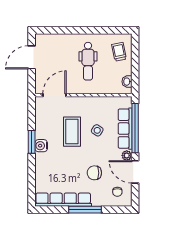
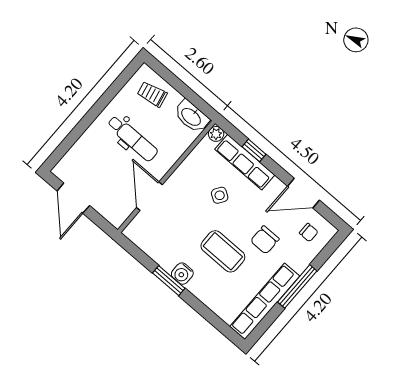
washbasin: (127, 82) -> (191, 116), width x1.91, depth x1.45
door: (54, 95) -> (149, 196), moved
window: (135, 128) -> (254, 150), width x0.32
coffee table: (72, 132) -> (223, 251), moved
plant: (127, 155) -> (216, 134), moved

